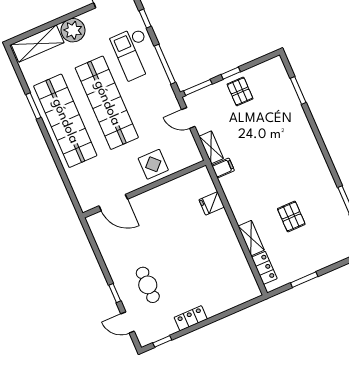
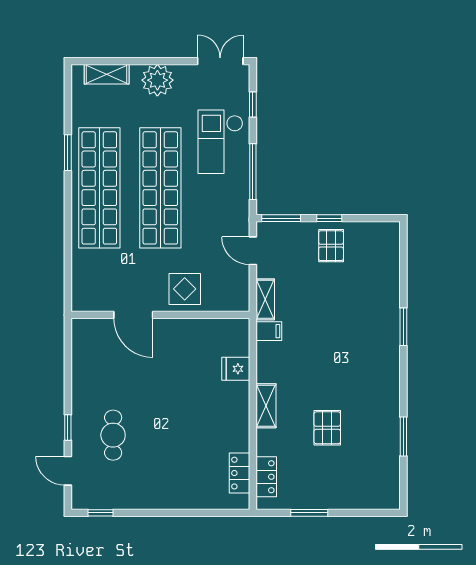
shelving: (38, 43) -> (107, 74), width x0.67, depth x0.75
window: (298, 90) -> (403, 327), moved
door: (113, 203) -> (133, 315), moved
shelving: (251, 238) -> (266, 406), moved
locker: (191, 318) -> (239, 473), moved, turned -90

